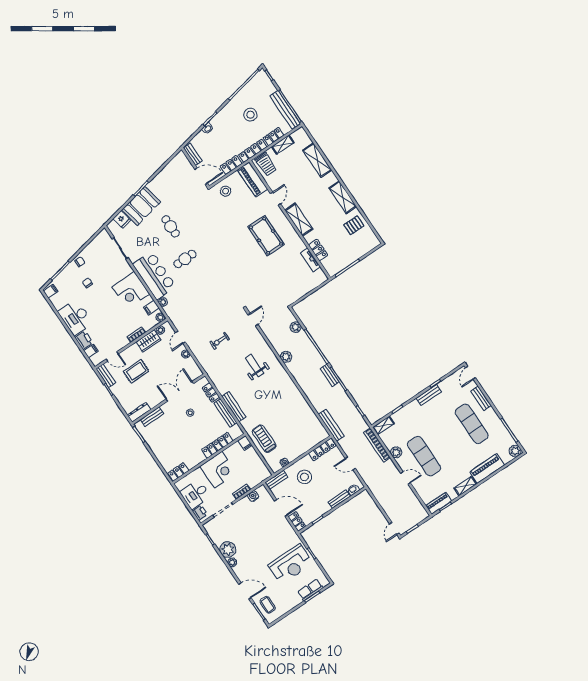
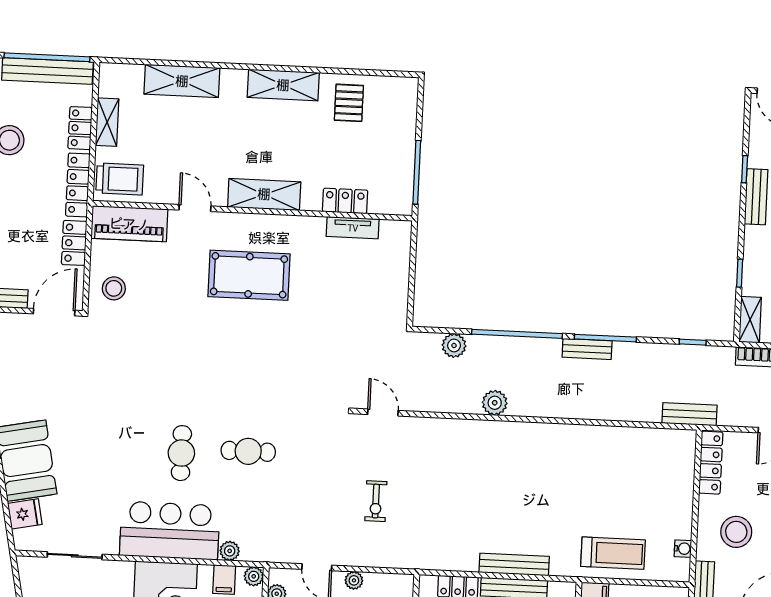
cafe table: (171, 226) -> (248, 451), moved
weight bench: (255, 366) -> (468, 471), removed
bench: (331, 425) -> (689, 414), width x0.73
treadmill: (264, 439) -> (613, 553), turned 180

